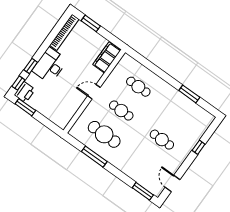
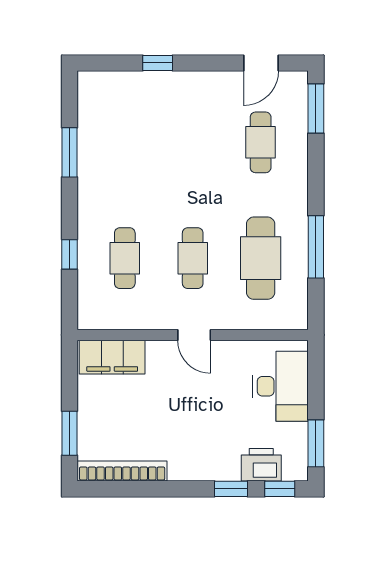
desk: (50, 65) -> (281, 386), moved, turned -90
window: (154, 68) -> (70, 254), added
printer: (25, 92) -> (261, 465), moved
cafe table: (162, 140) -> (261, 142), moved

